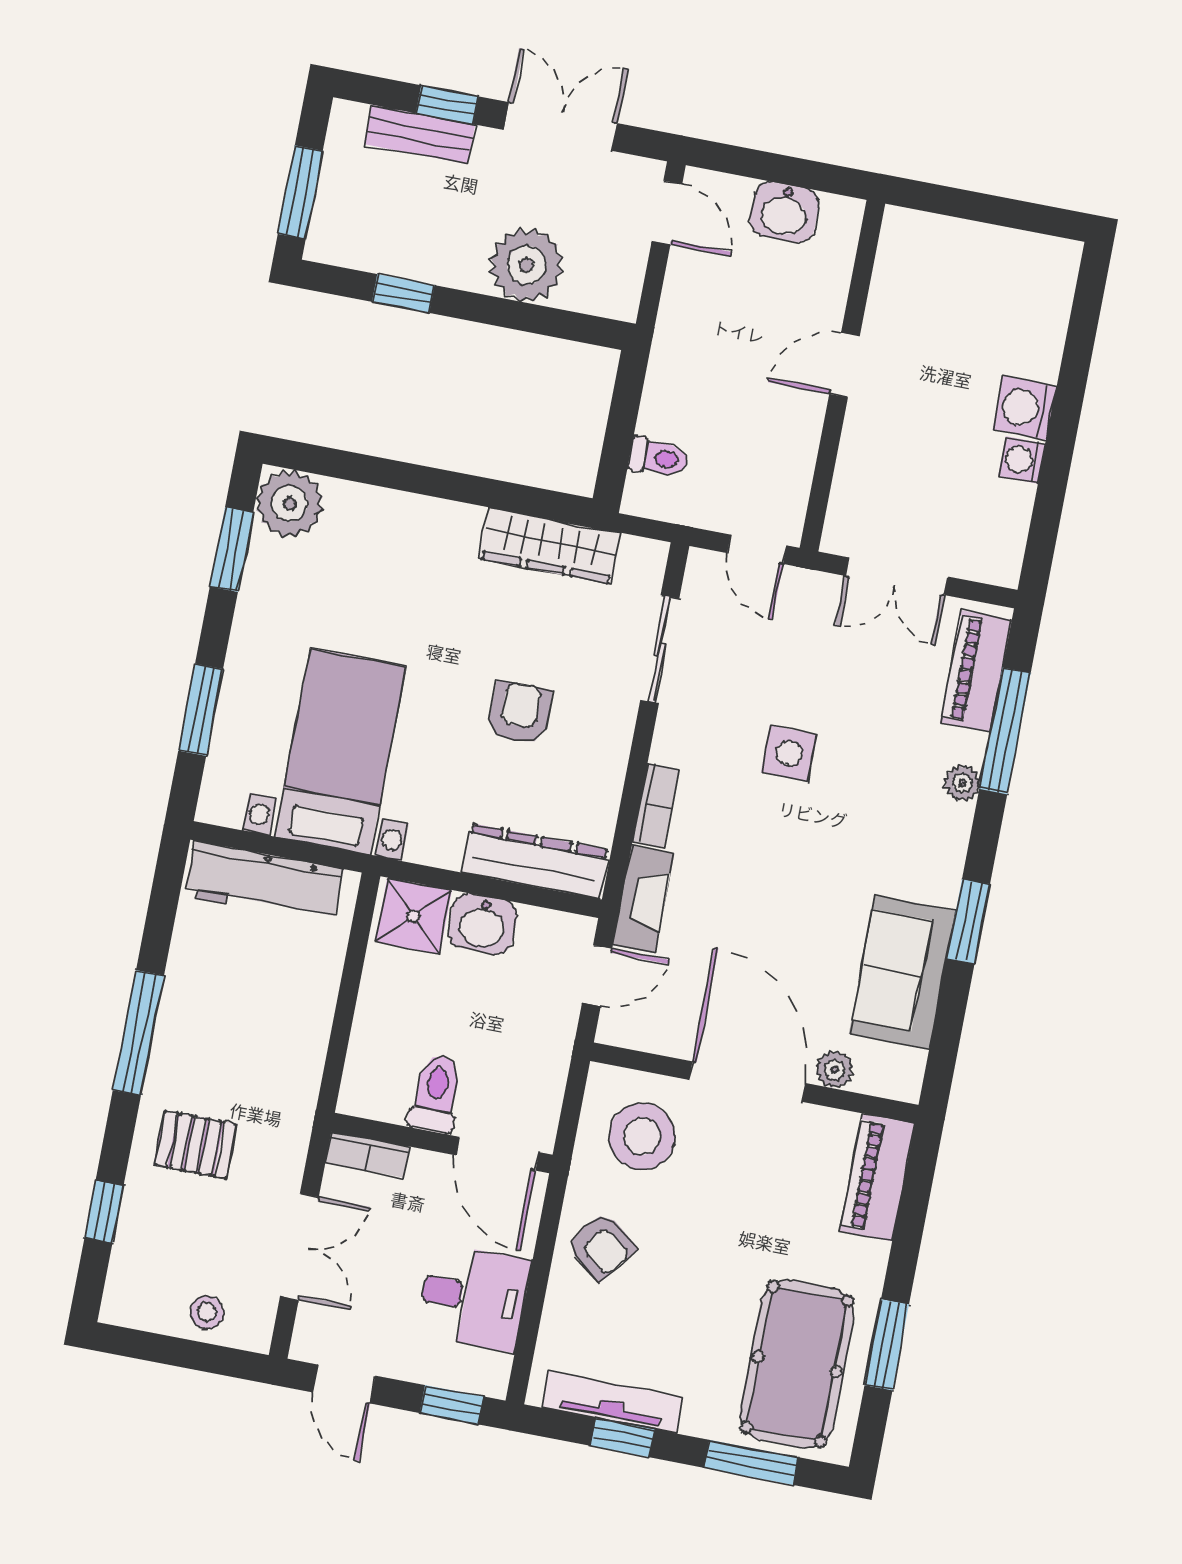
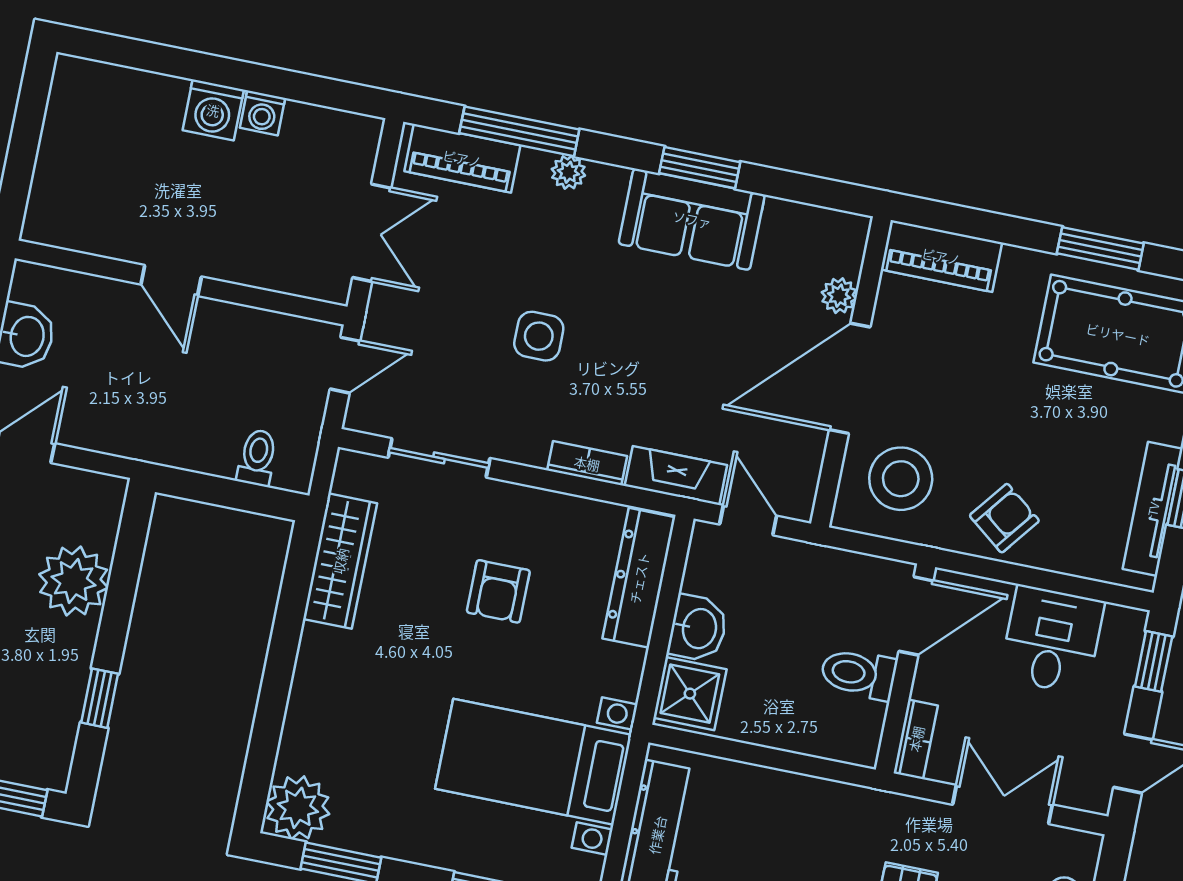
armchair: (520, 713) -> (498, 591), turned -90
sofa: (902, 972) -> (692, 219), moved

